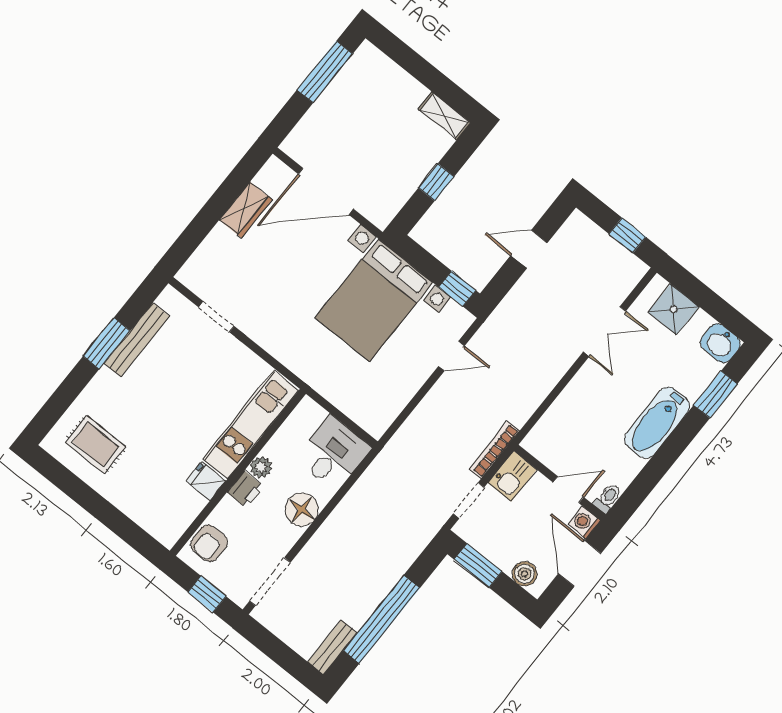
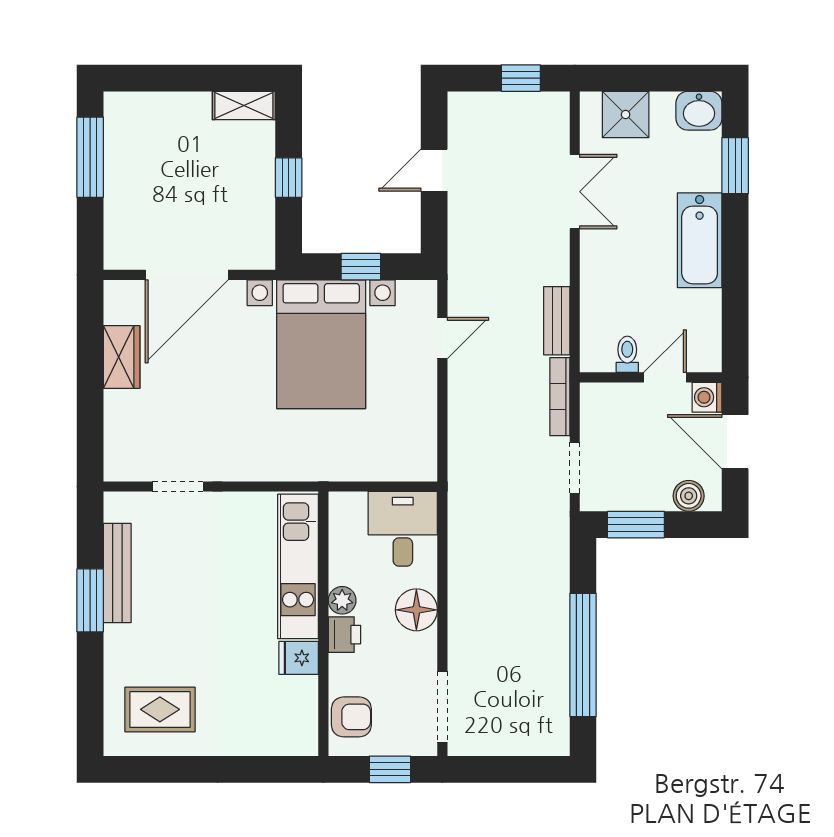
window: (457, 289) -> (361, 267), moved
kitchen sink: (512, 476) -> (599, 409), removed
toilet: (608, 498) -> (627, 354), moved
armchair: (209, 543) -> (351, 717), turned -90
bench: (332, 647) -> (557, 321), moved

